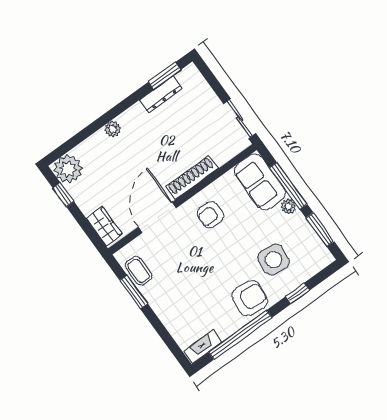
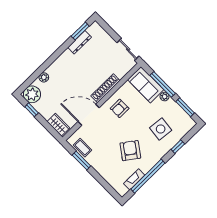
plant: (113, 129) -> (44, 77), moved
door: (157, 217) -> (89, 115), hinge flipped
armchair: (250, 298) -> (130, 151), moved, turned -60
fireplace: (203, 347) -> (134, 179), moved

